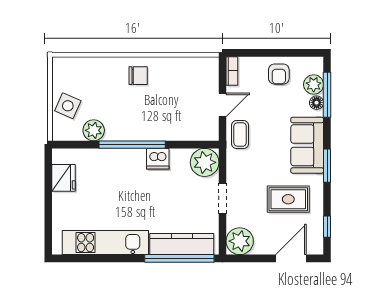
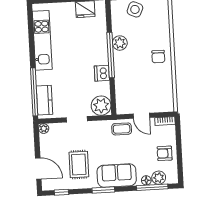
plant: (94, 130) -> (120, 43), moved
plant: (240, 241) -> (44, 129), width x0.53, depth x0.53
kitchen counter: (182, 244) -> (44, 100), width x0.67

